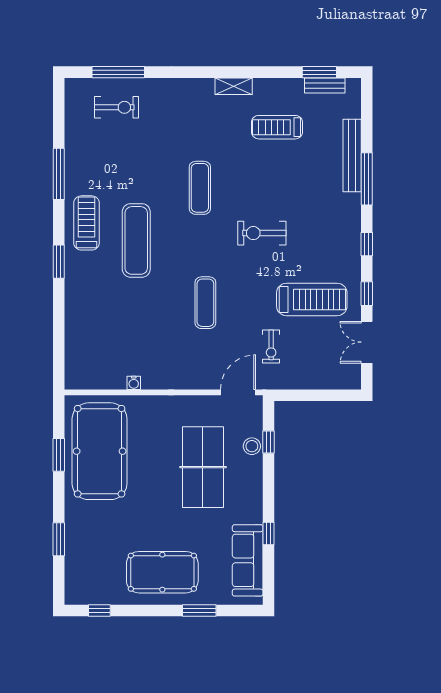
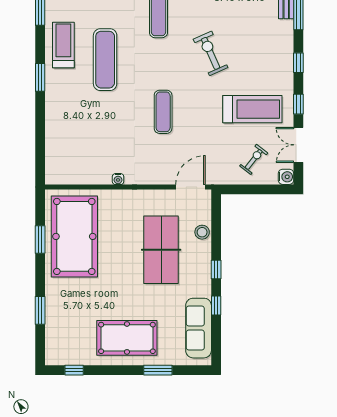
exercise bike: (262, 233) -> (211, 53), turned 66
exercise bike: (271, 347) -> (254, 159), moved, turned -142
water cooler: (352, 380) -> (286, 177), added
water cooler: (134, 383) -> (118, 179), moved
window: (269, 442) -> (216, 269), moved

